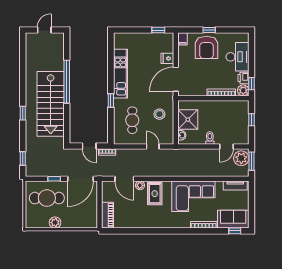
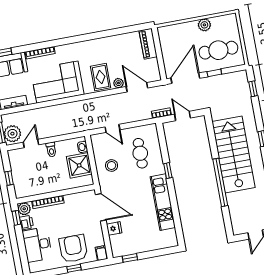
door: (176, 79) -> (101, 207), hinge flipped

